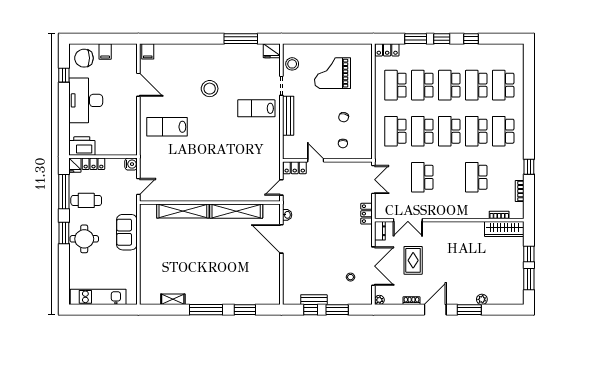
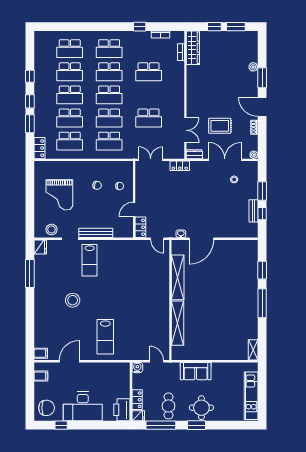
filing cabinet: (105, 51) -> (41, 376), moved
chair: (84, 58) -> (47, 408), turned -90
shelving: (173, 299) -> (253, 350), moved

